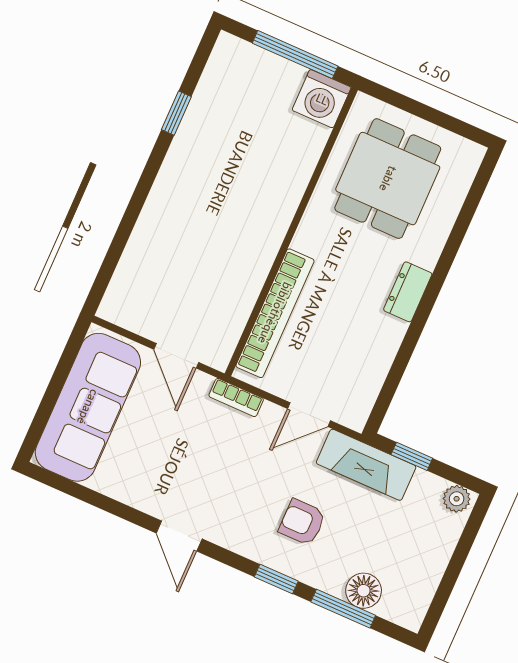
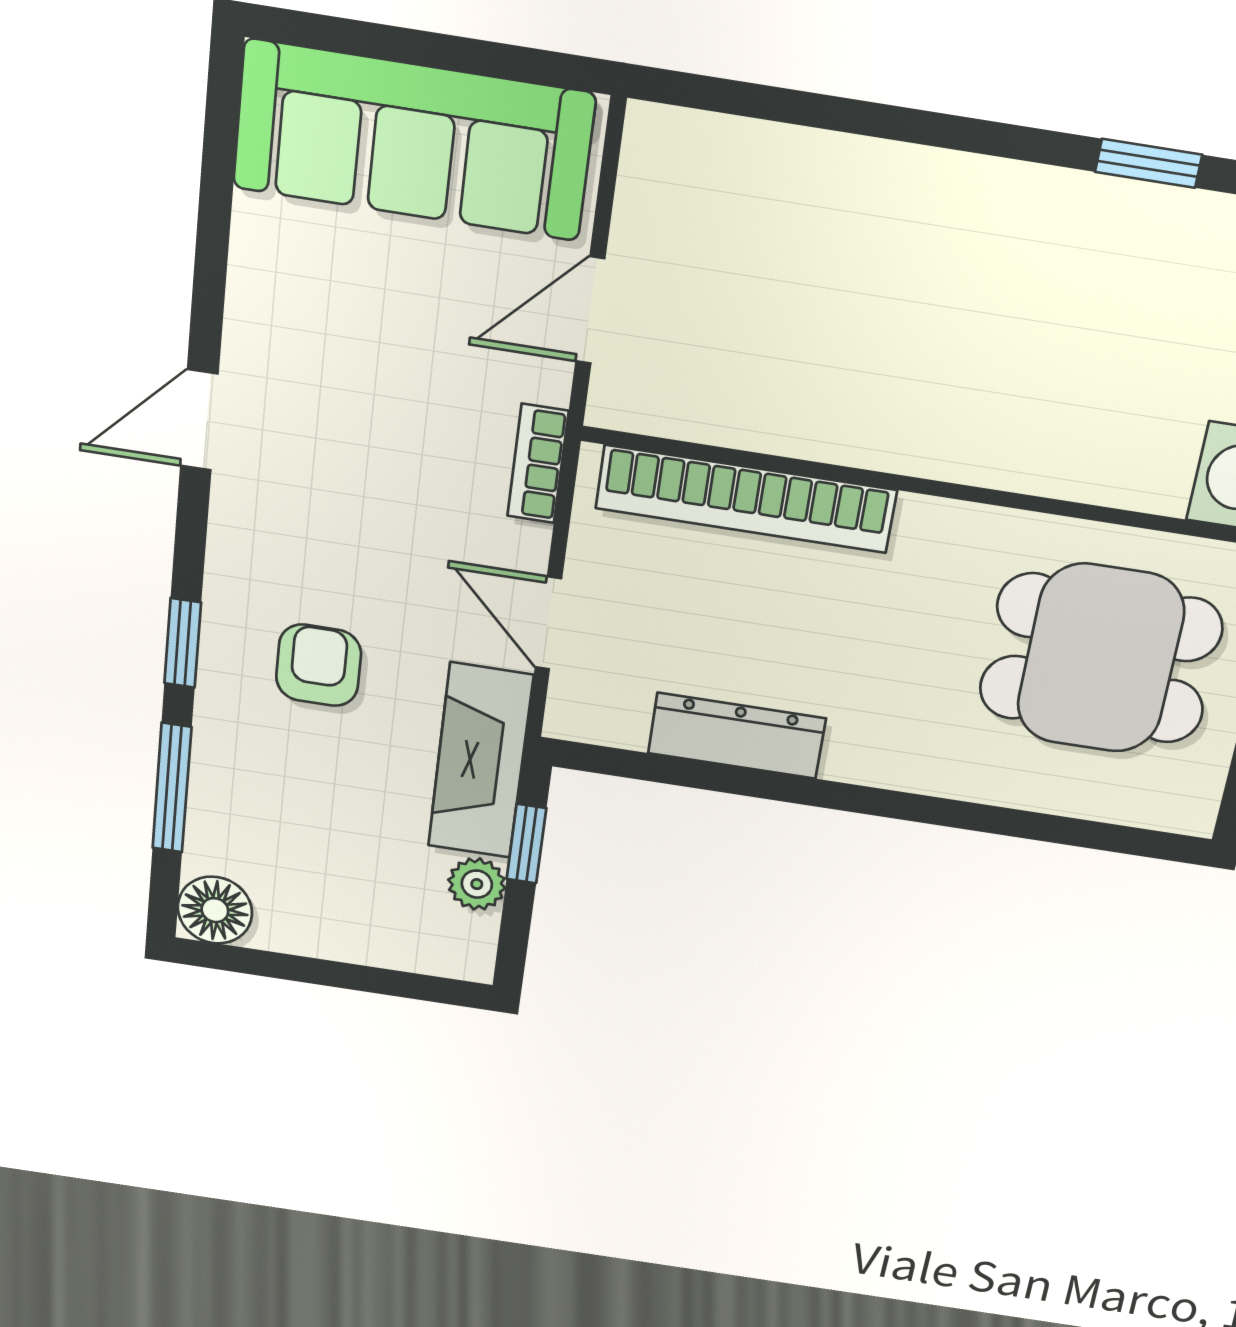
dresser: (408, 292) -> (737, 736), moved, width x1.44
plant: (457, 499) -> (477, 884), moved
floor lamp: (364, 591) -> (215, 910), moved

